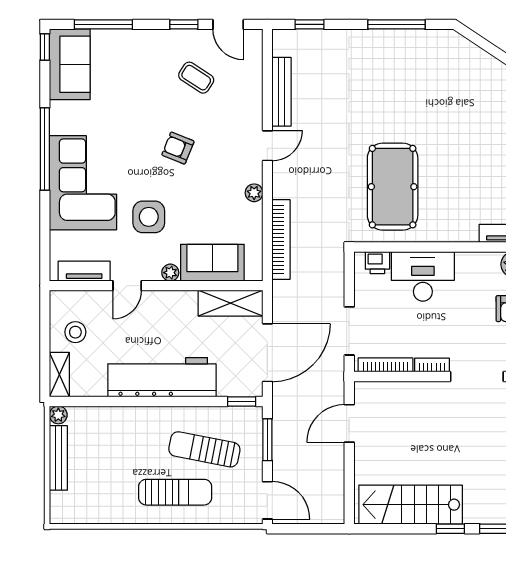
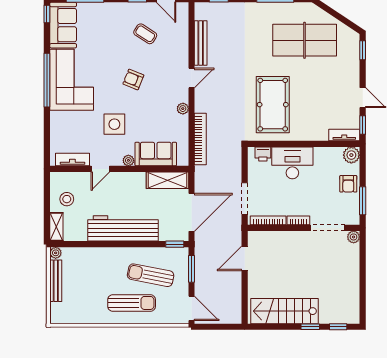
table tennis table: (442, 87) -> (305, 40), added
corner sofa: (83, 183) -> (72, 80), moved

